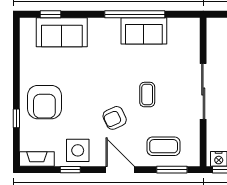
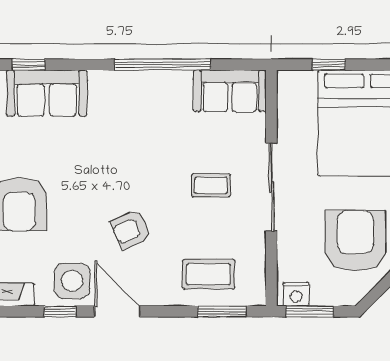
sofa: (144, 31) -> (230, 91), moved
coffee table: (147, 95) -> (211, 185), moved, turned 90
door: (120, 170) -> (117, 311), moved

